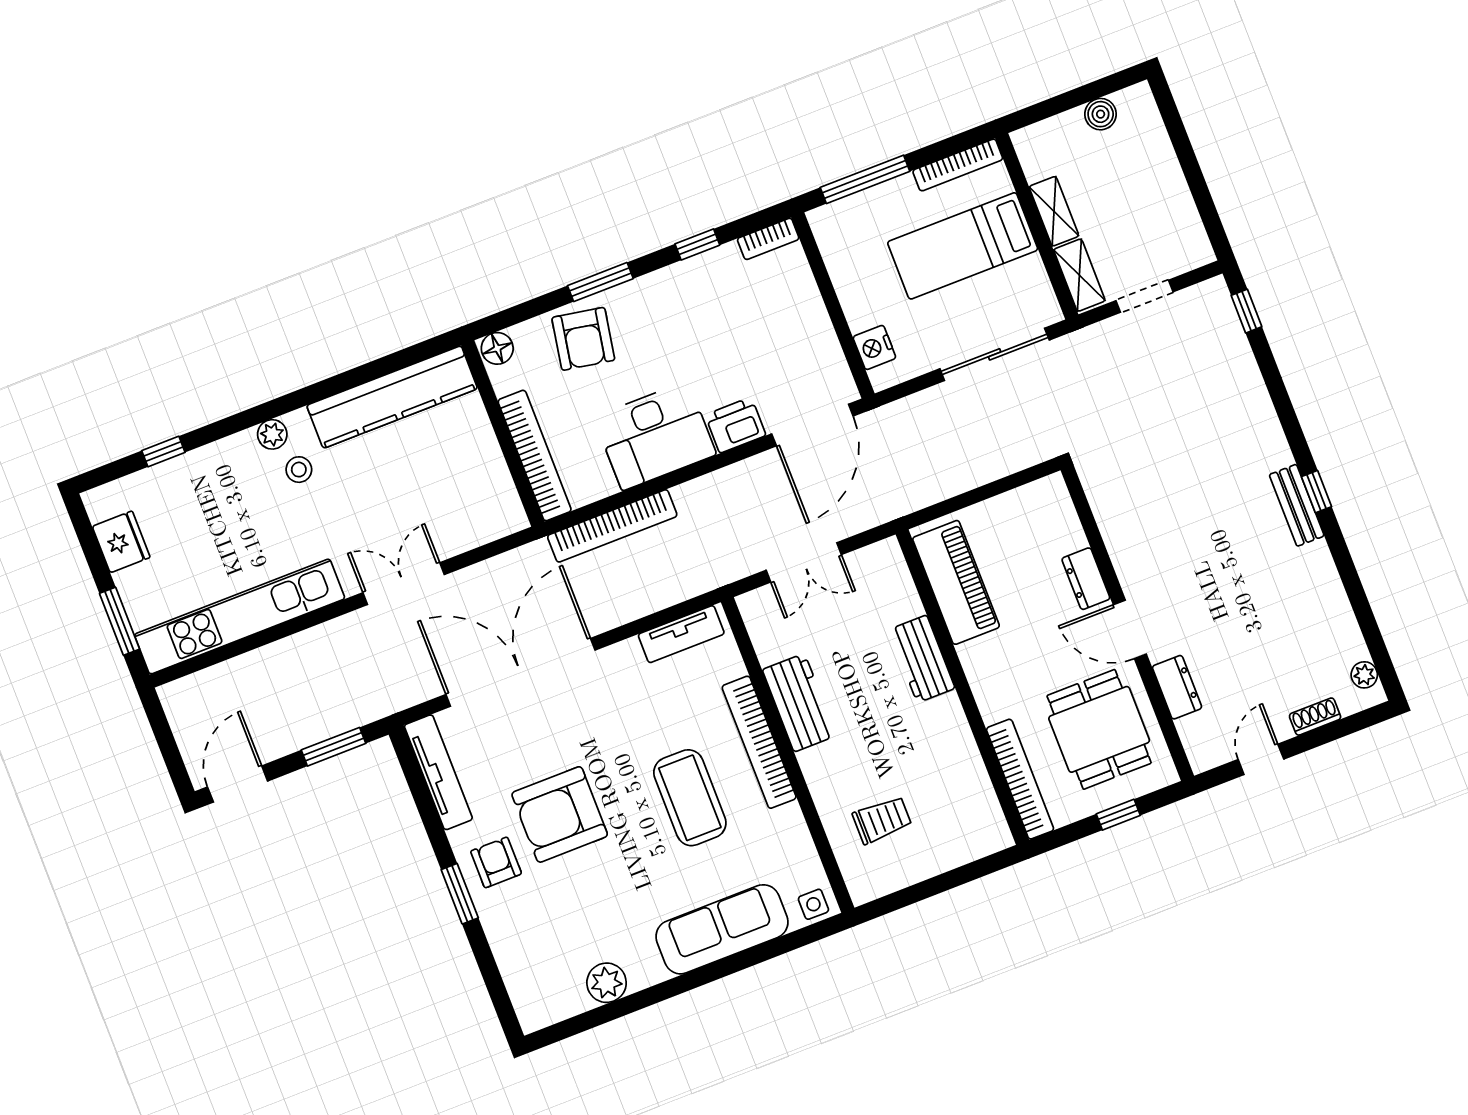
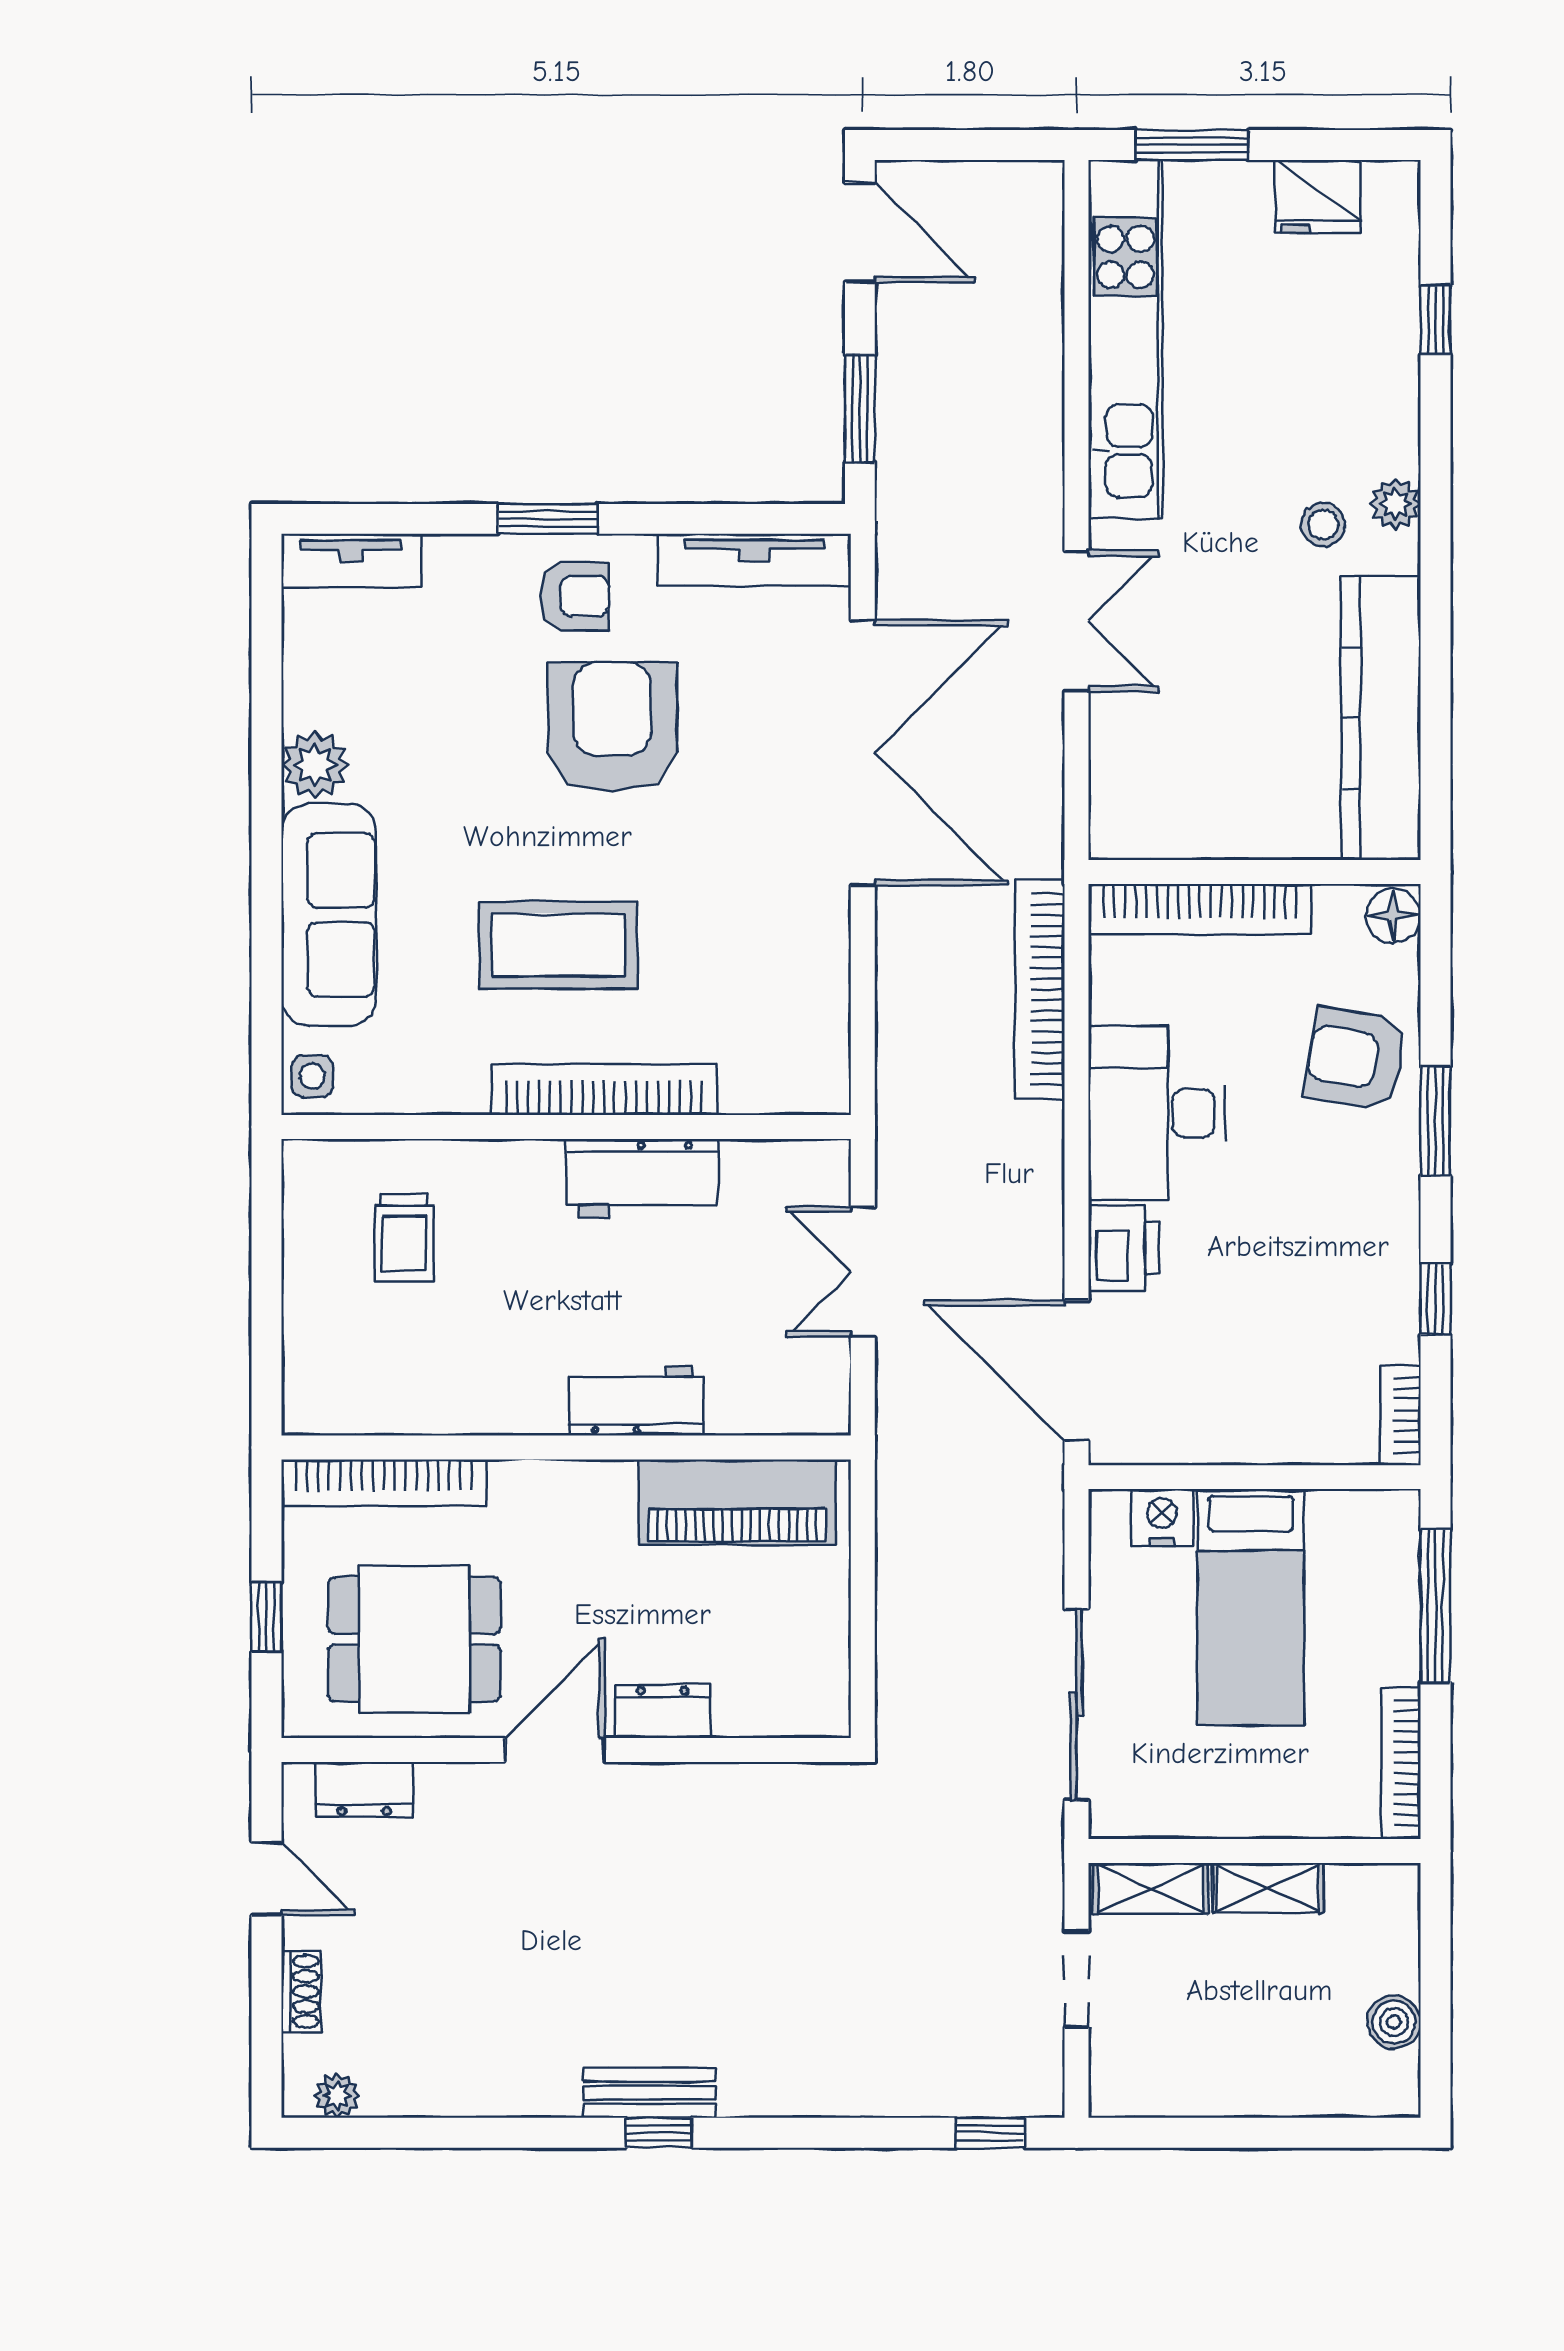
bed: (963, 246) -> (1251, 1607), moved, turned 180
tv unit: (681, 634) -> (351, 560), moved, turned -90
dresser: (1177, 687) -> (364, 1790), moved
plant: (607, 983) -> (315, 765), moved

